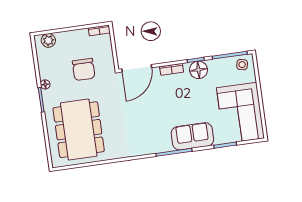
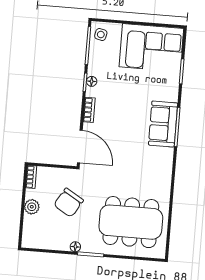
plant: (48, 40) -> (32, 207), moved
chair: (84, 69) -> (69, 203), turned 121
floor lamp: (199, 70) -> (92, 81), width x0.53, depth x0.53
sofa: (192, 136) -> (163, 124), moved

